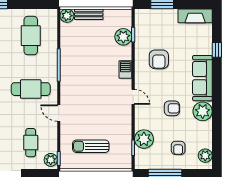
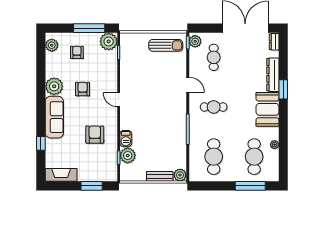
barbecue: (125, 69) -> (126, 139), moved
cafe table: (31, 89) -> (214, 107), width x0.73, depth x0.74
armchair: (172, 108) -> (83, 89), turned 90
plant: (144, 139) -> (109, 41), moved
sun lounger: (91, 146) -> (166, 45), moved

